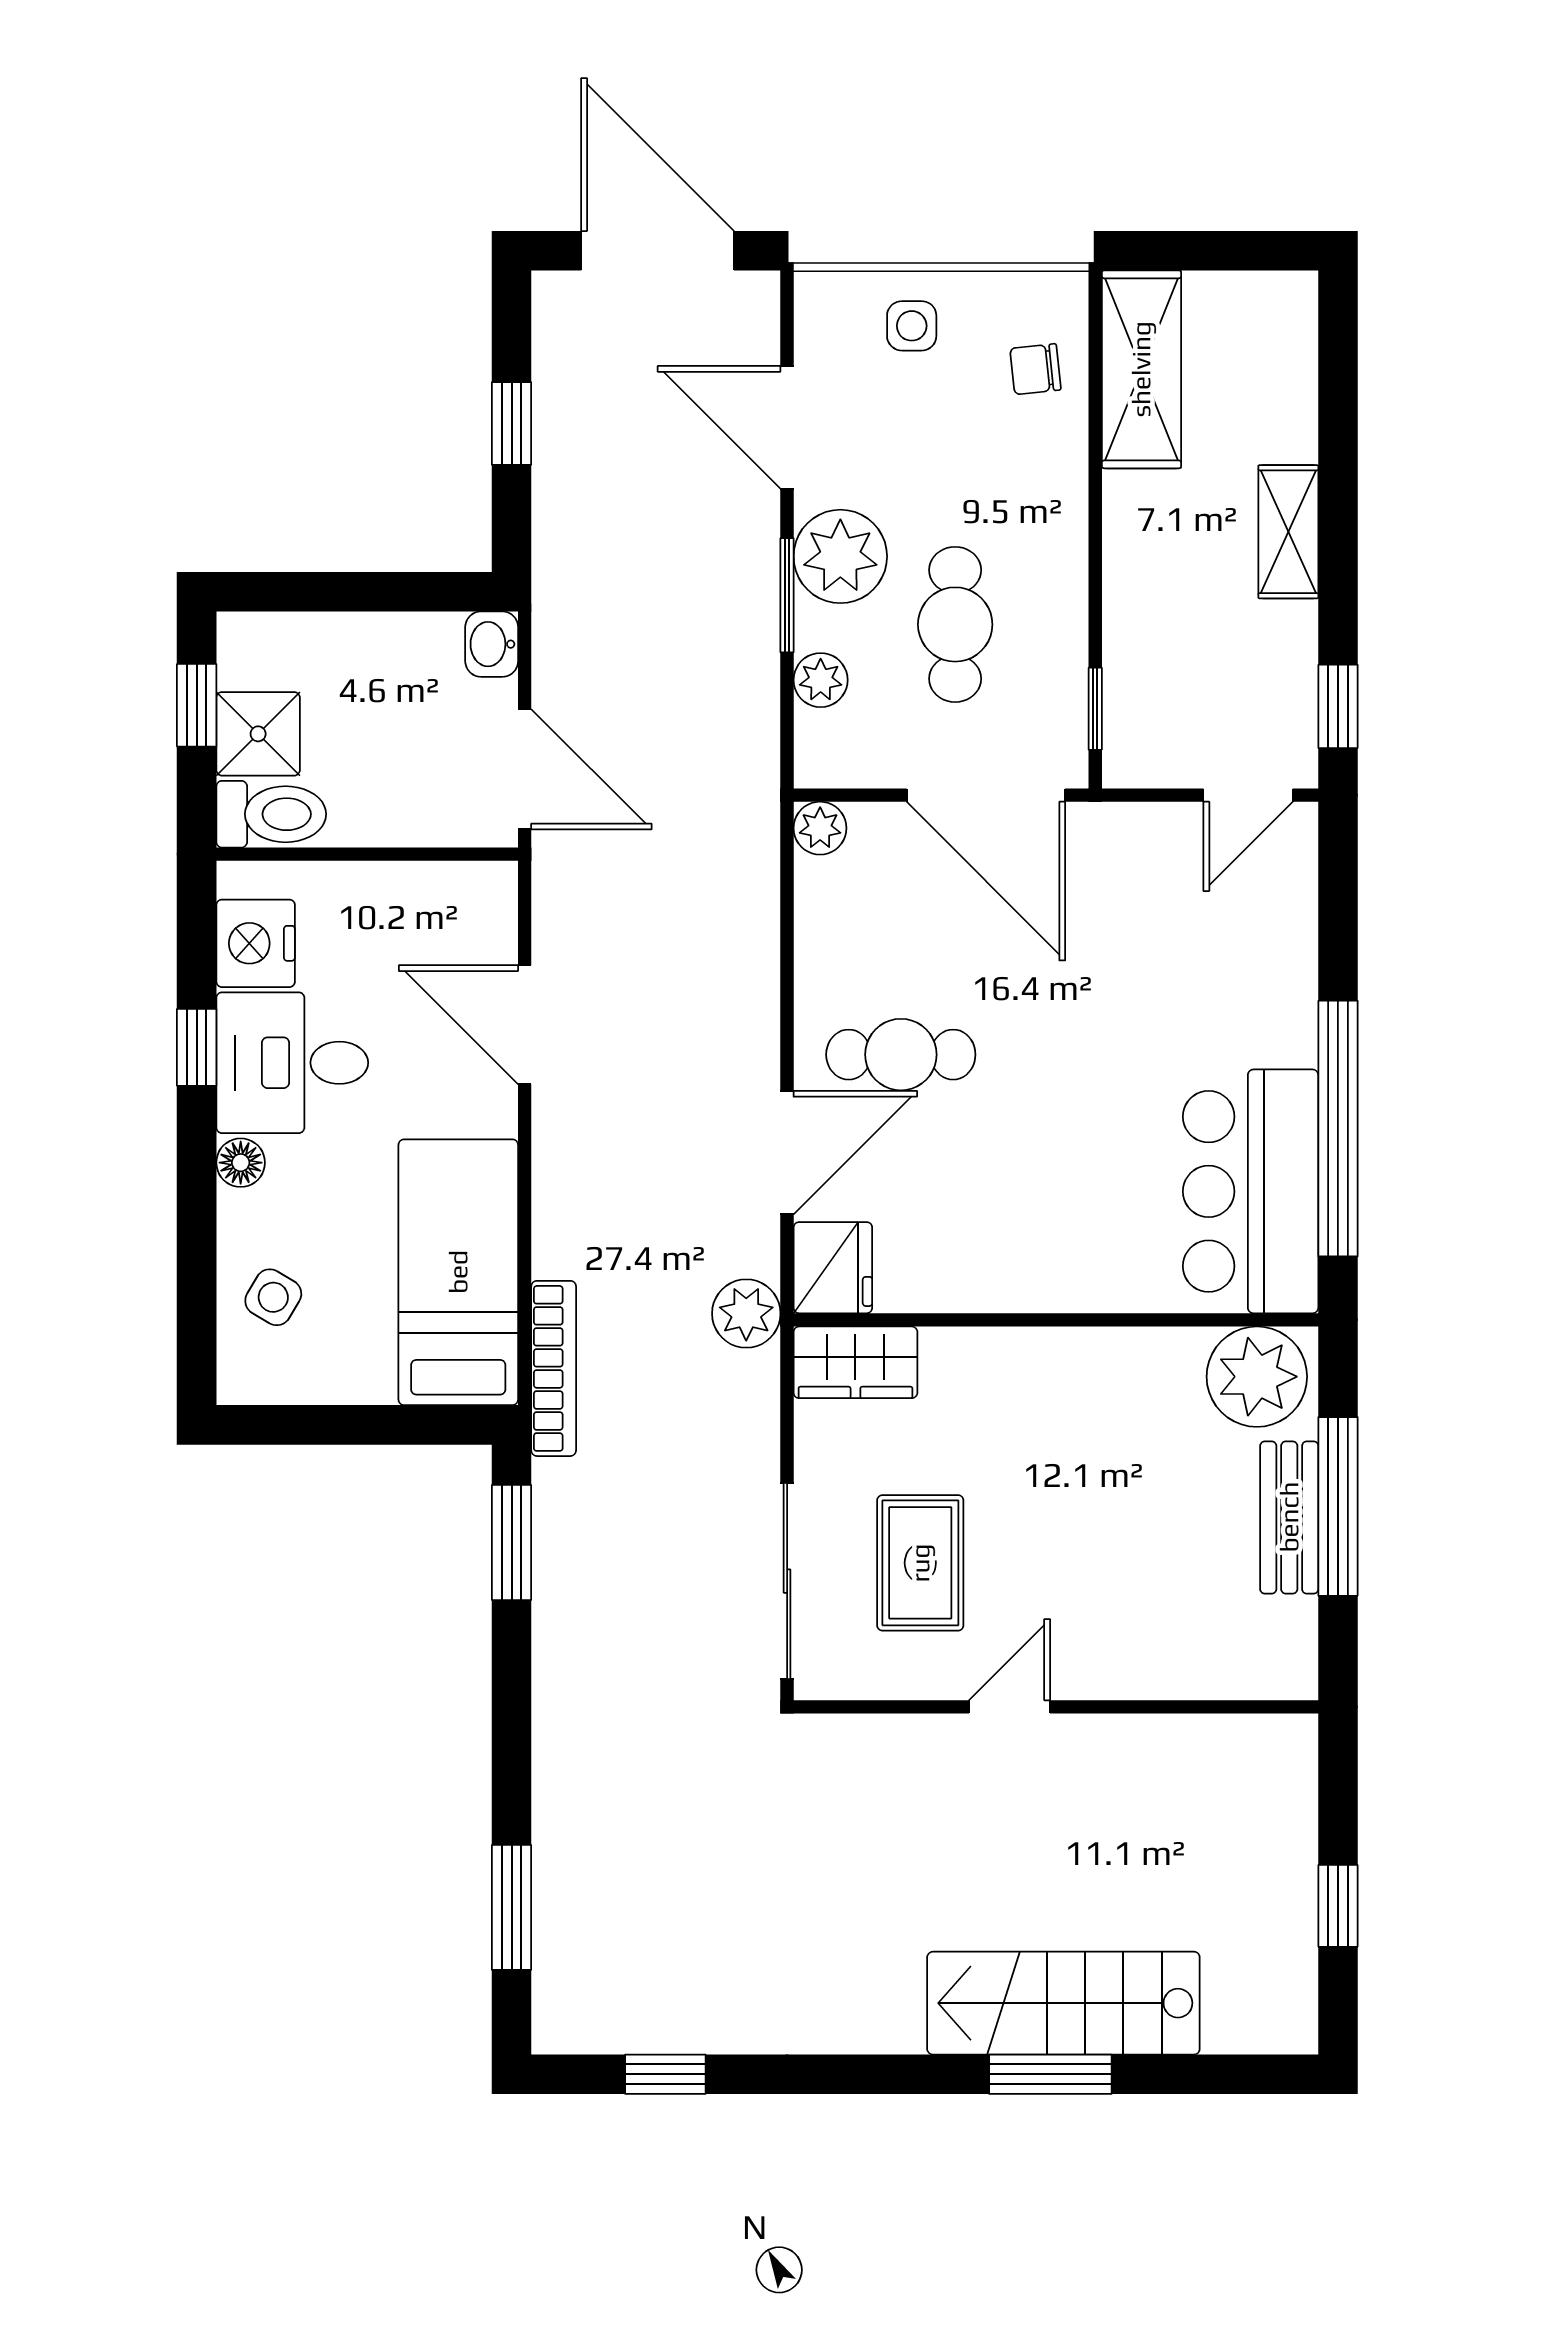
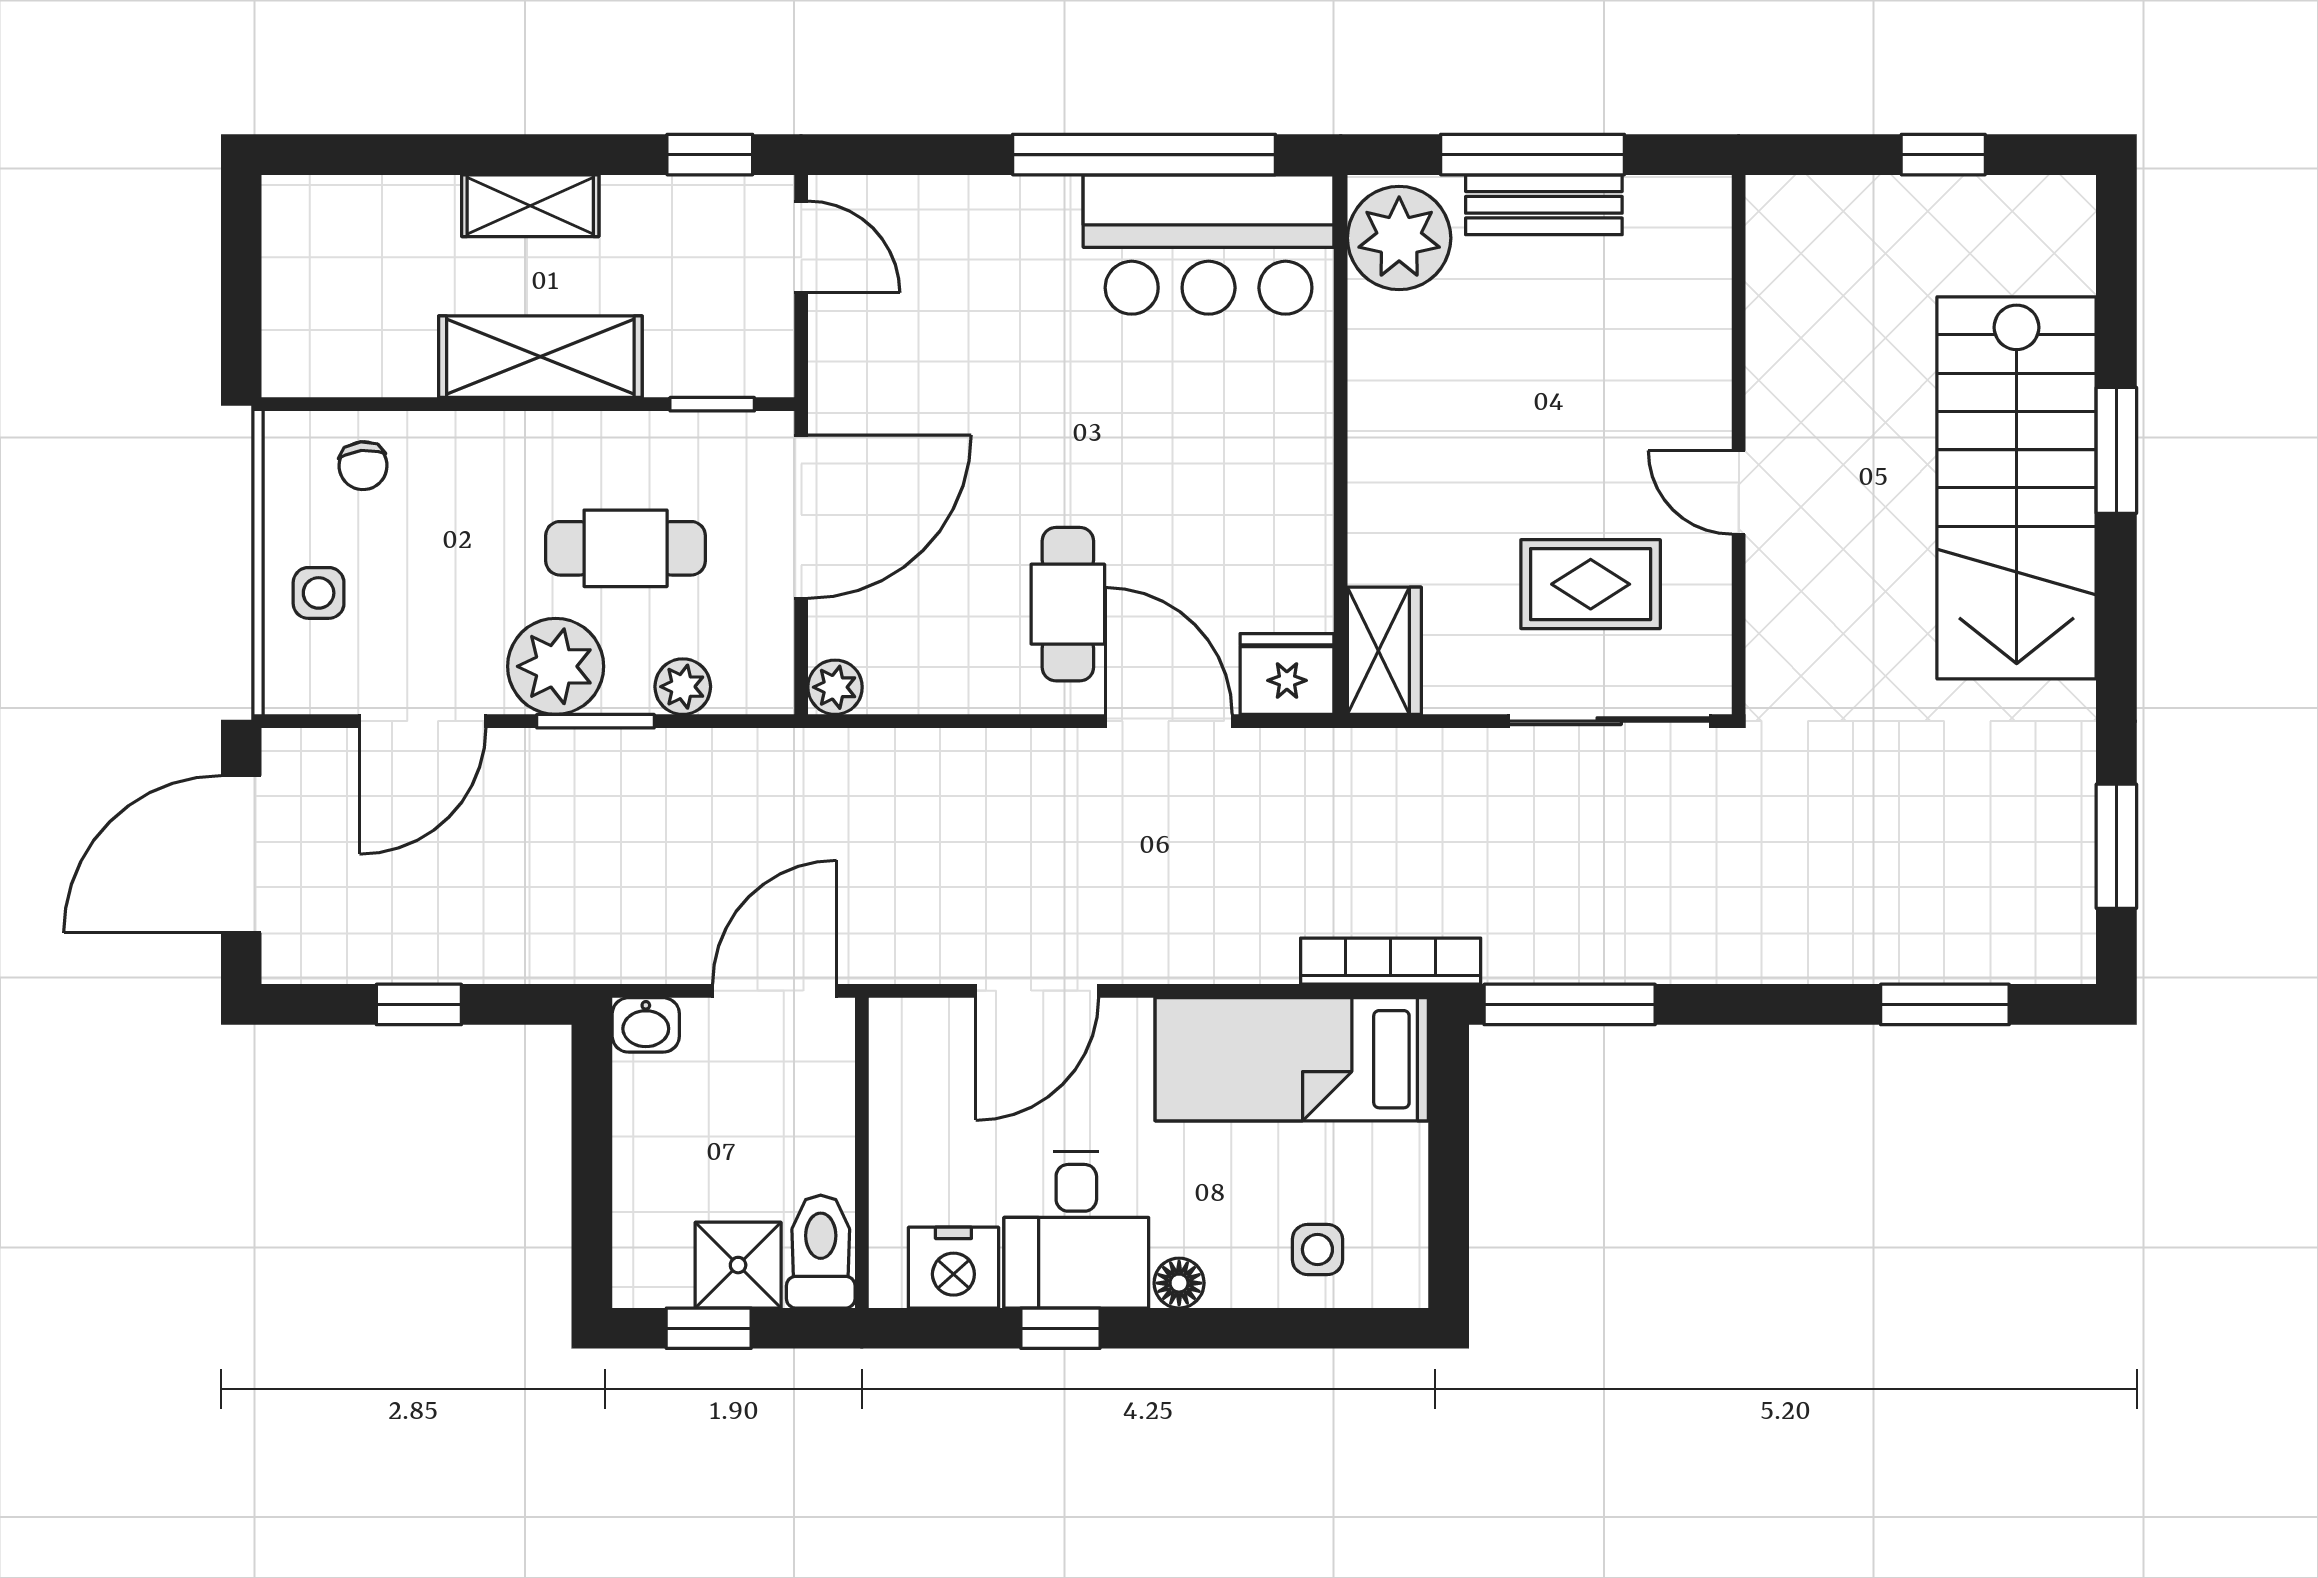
shelving: (1141, 369) -> (540, 357), moved
side table: (273, 1297) -> (1317, 1249), turned -31
plant: (746, 1314) -> (1334, 763), removed
window: (512, 1543) -> (1570, 1004), width x1.44
stairs: (1063, 2003) -> (2017, 488), width x1.36, depth x1.51
window: (665, 2074) -> (2116, 846), width x1.50

